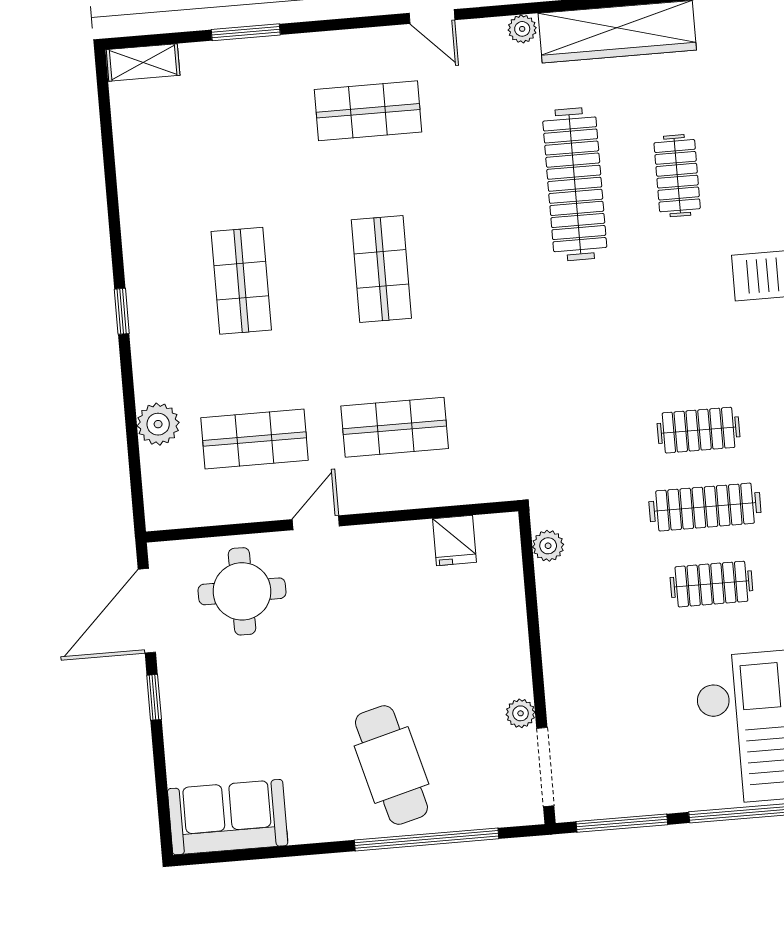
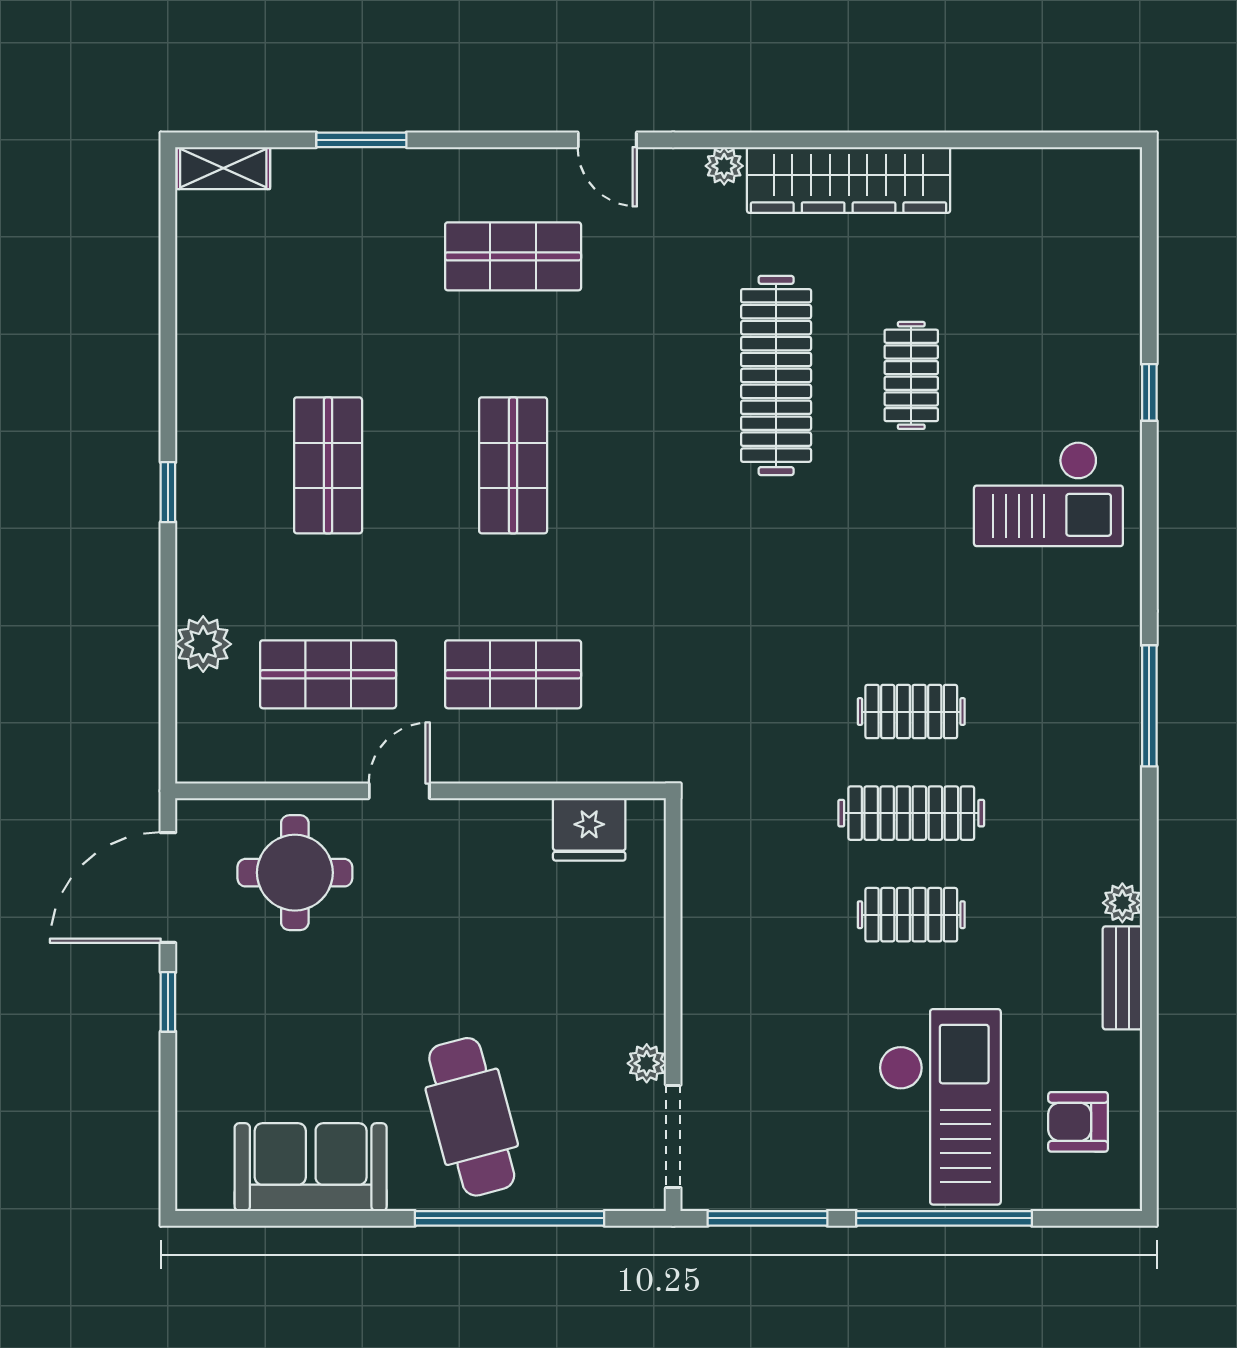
fridge: (455, 540) -> (589, 829), width x1.38
plant: (548, 546) -> (701, 847), removed
sofa: (228, 817) -> (311, 1167), moved

